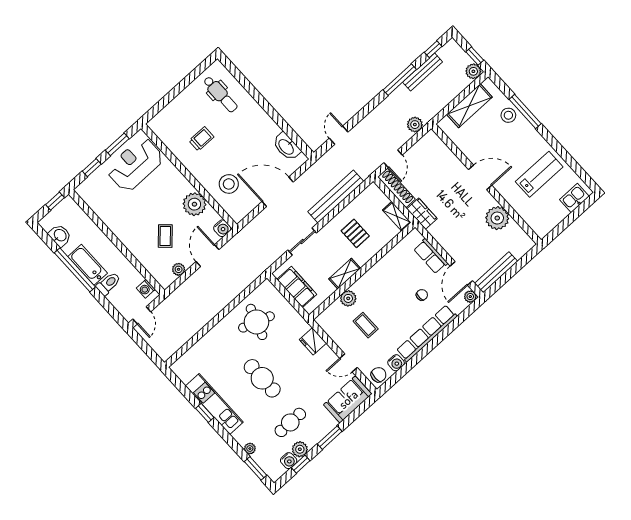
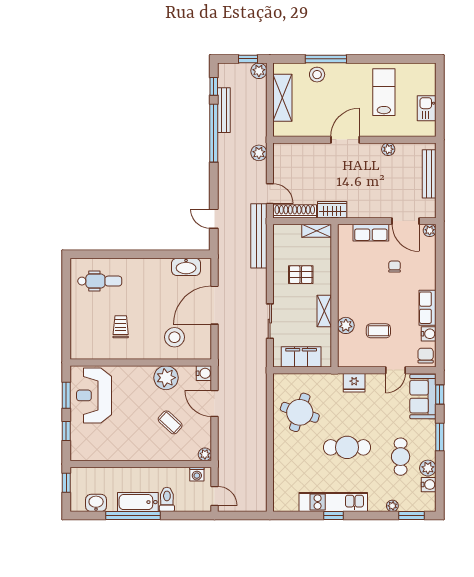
window: (400, 80) -> (214, 133), width x1.46
bench: (336, 197) -> (259, 236), moved
kitchen sink: (574, 198) -> (427, 108), moved
plant: (497, 218) -> (388, 149), width x0.53, depth x0.53
plant: (179, 269) -> (205, 454), moved
bench: (496, 272) -> (429, 174), moved
row of seats: (427, 333) -> (427, 308), width x0.50
window: (301, 464) -> (440, 395), moved

